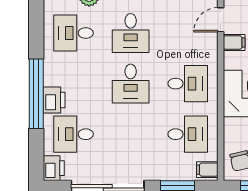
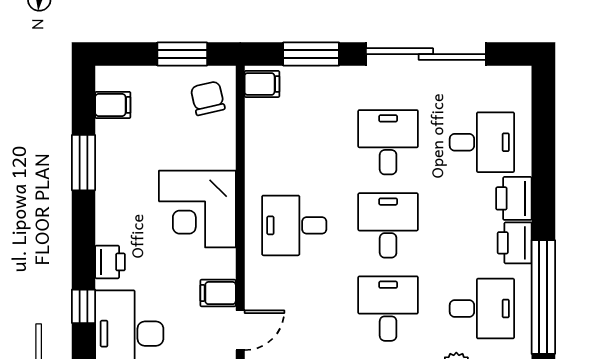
window: (36, 94) -> (543, 297), moved
desk: (188, 134) -> (388, 142), moved, turned 90
printer: (54, 168) -> (515, 243), moved

